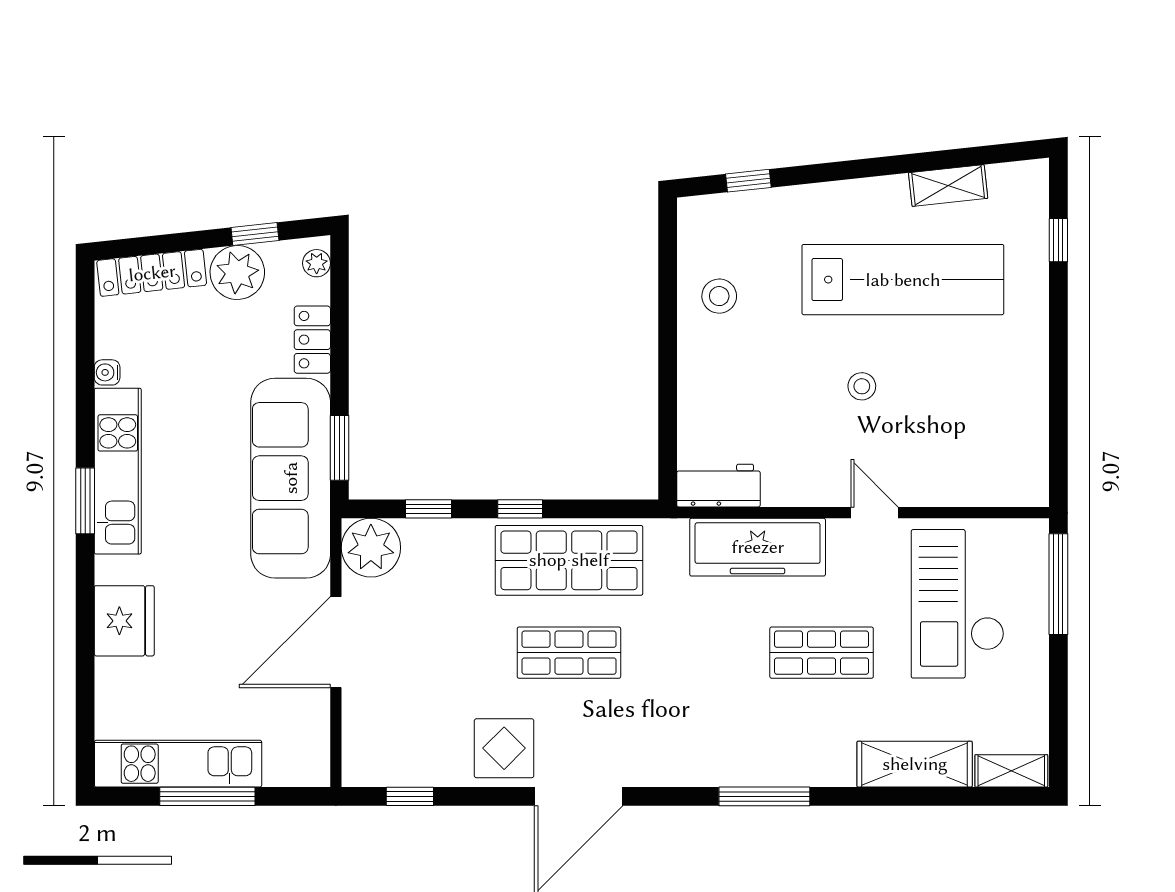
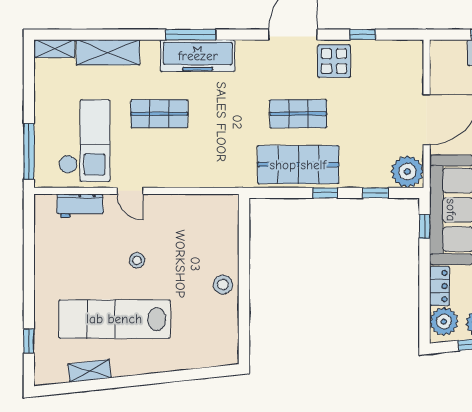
window: (748, 181) -> (200, 374), removed
plant: (317, 263) -> (444, 321), width x1.87, depth x1.87
stool: (719, 296) -> (223, 285), moved
window: (340, 448) -> (425, 226), width x0.67
workbench: (718, 486) -> (80, 206), moved
freezer: (758, 547) -> (198, 56), moved, turned 180
window: (410, 796) -> (363, 35), moved

